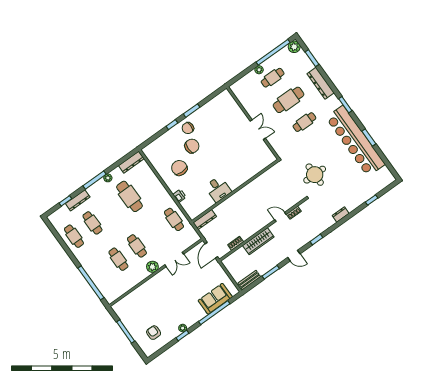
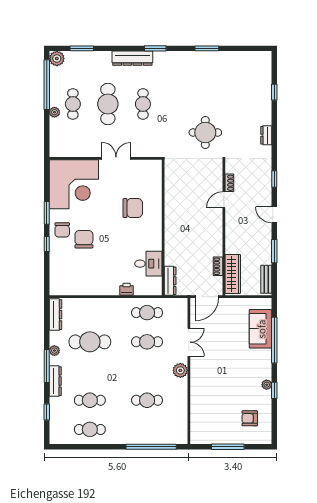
dresser: (321, 83) -> (132, 58), moved
corner desk: (222, 115) -> (74, 184), added
bar counter: (355, 141) -> (201, 65), removed
chair: (179, 168) -> (133, 208), moved, turned 180
desk: (218, 189) -> (148, 264), moved
dresser: (78, 200) -> (55, 381), moved
wardrobe: (258, 241) -> (233, 274), moved
cafe table: (137, 246) -> (147, 342), moved
door: (211, 250) -> (207, 297), hinge flipped
door: (294, 256) -> (274, 215), swing flipped

